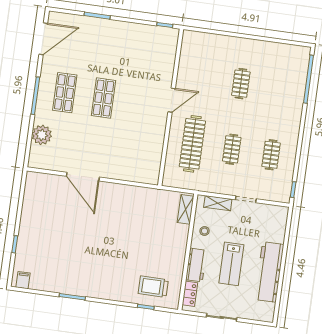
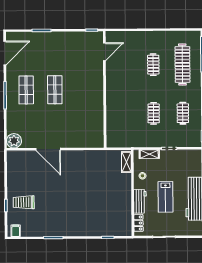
door: (172, 100) -> (104, 52), moved
plant: (42, 135) -> (14, 141), moved
clothes rail: (192, 144) -> (182, 64), moved
trolley: (153, 287) -> (24, 202), moved

